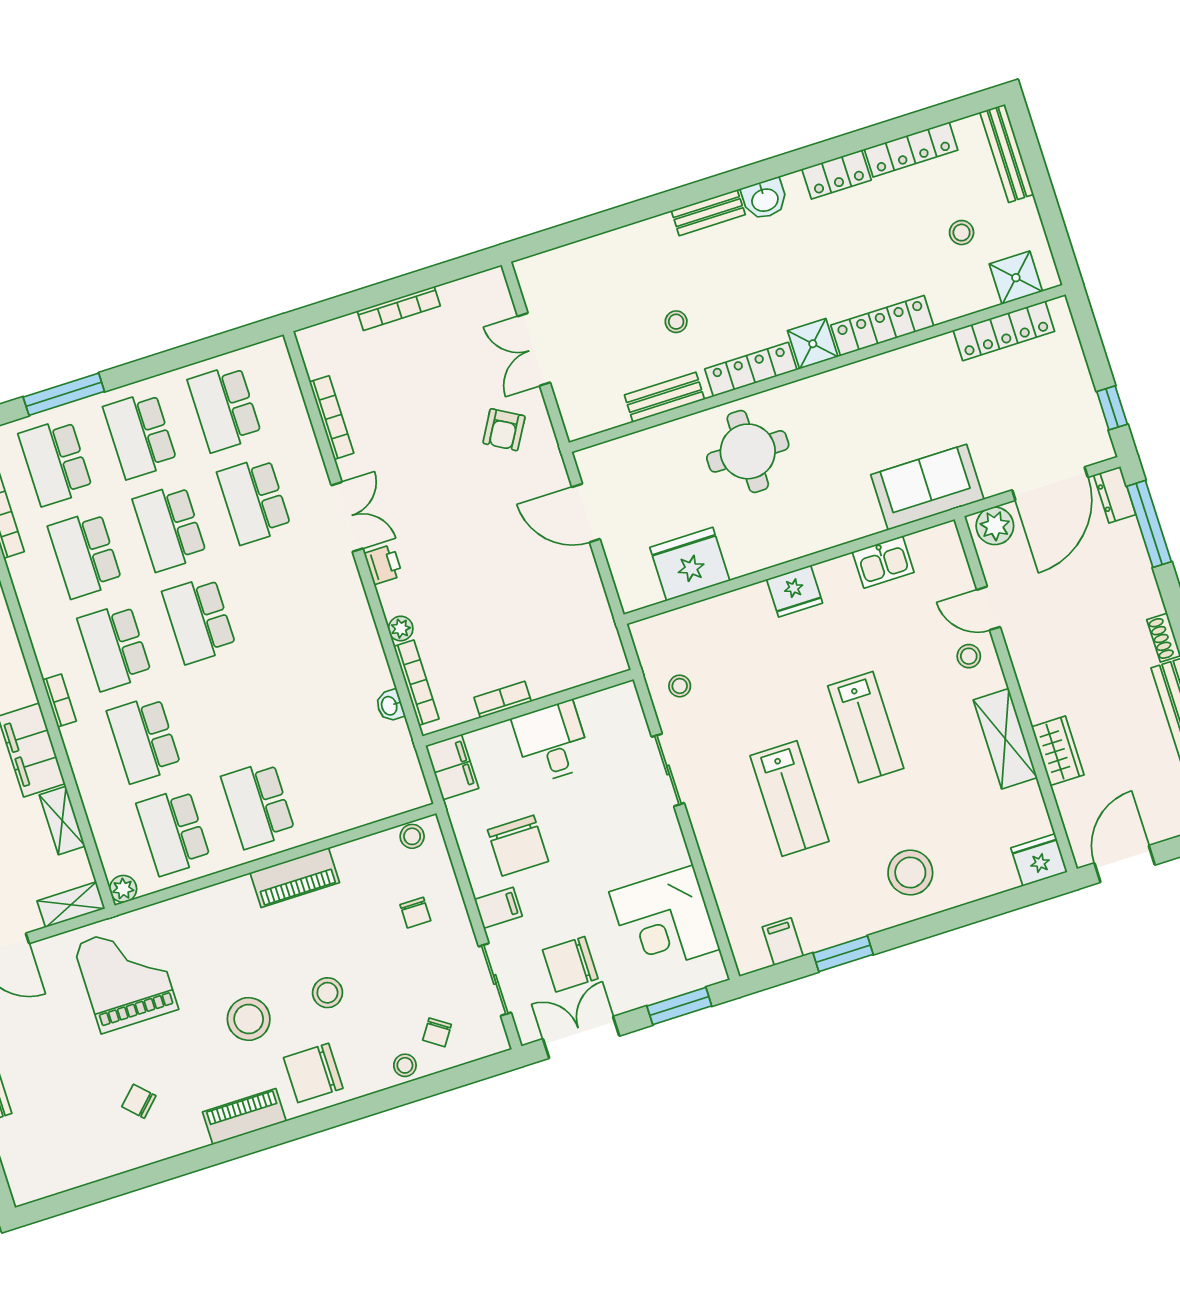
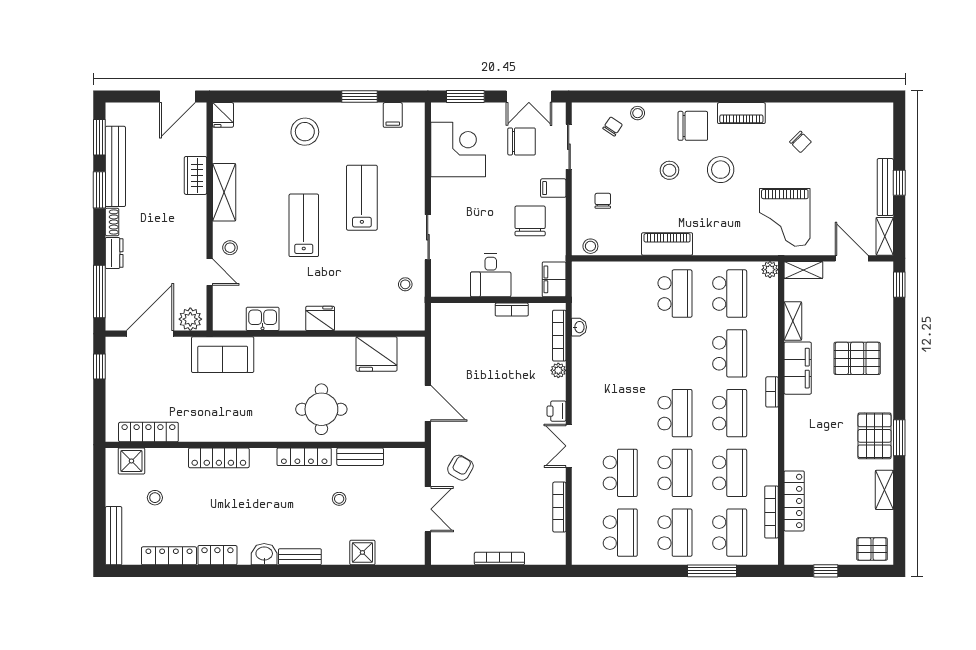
shower: (813, 344) -> (362, 552), moved
dresser: (1115, 495) -> (114, 253), moved
fridge: (1039, 860) -> (223, 115), width x0.72

